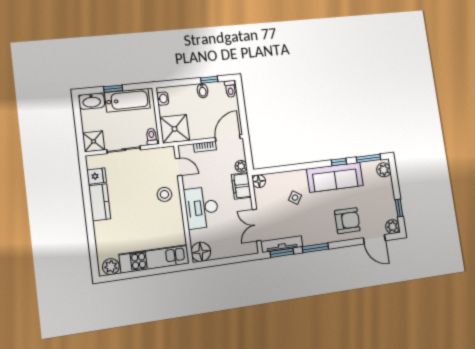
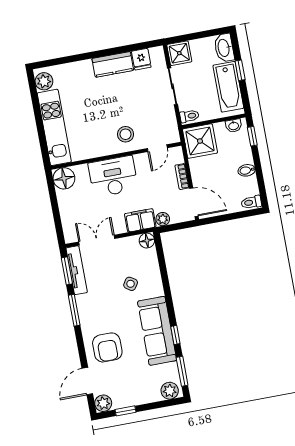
window: (209, 80) -> (252, 136), moved

